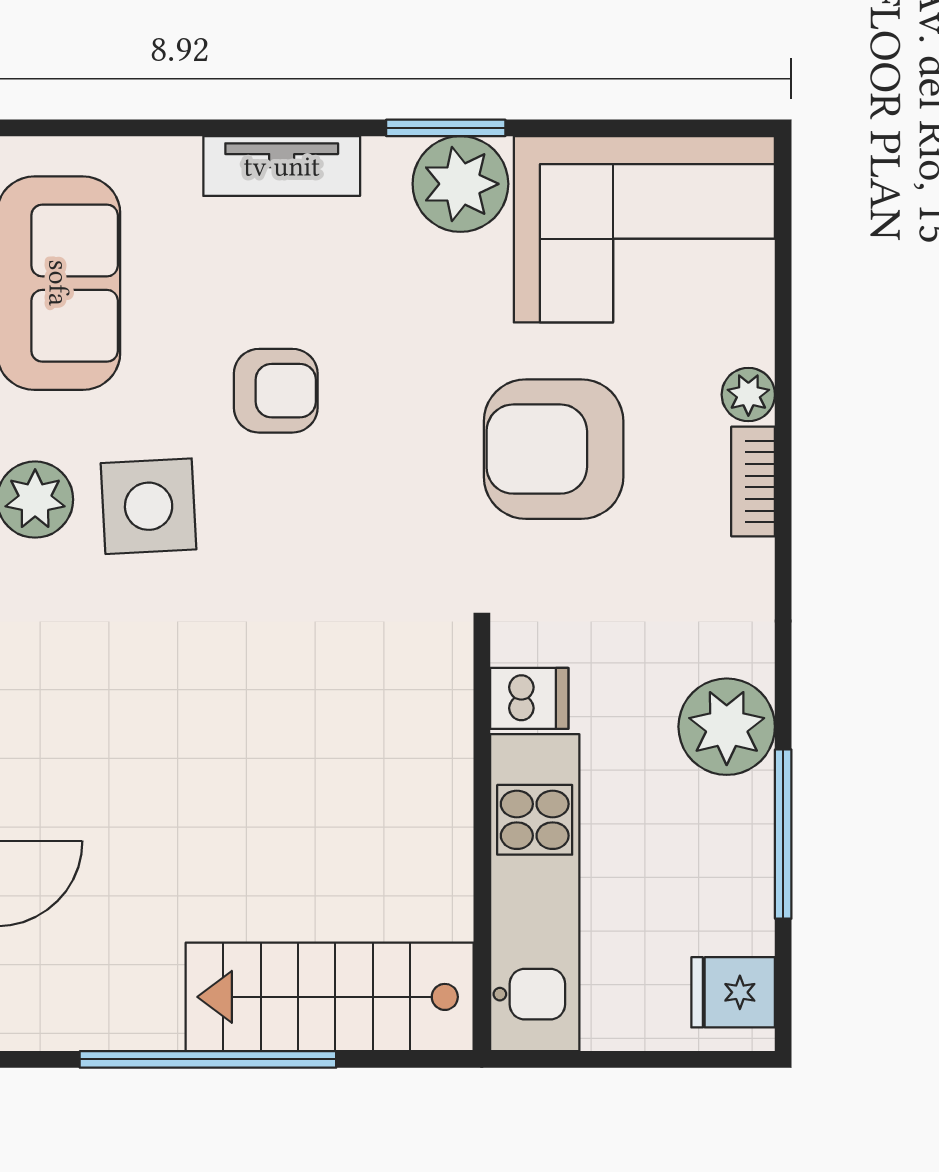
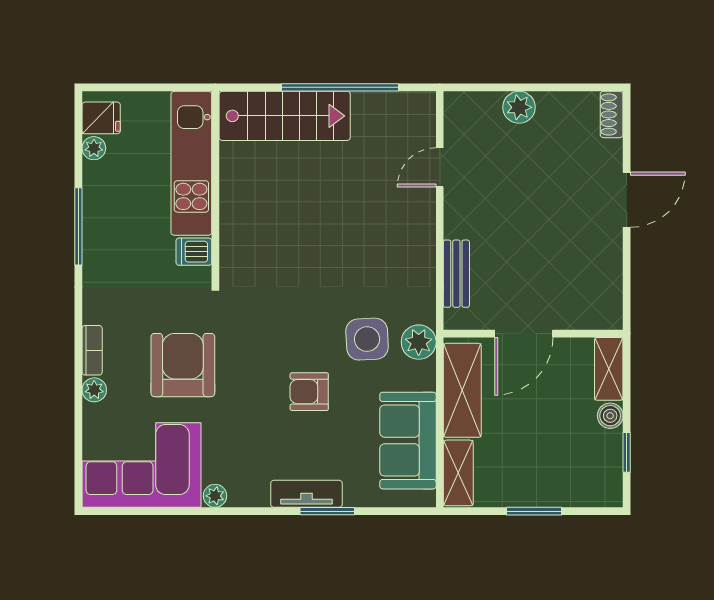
window: (446, 128) -> (327, 511), moved
plant: (460, 184) -> (215, 496), width x0.53, depth x0.53
armchair: (554, 449) -> (183, 365), turned -90
plant: (727, 727) -> (94, 148), moved, width x0.53, depth x0.53
window: (783, 834) -> (78, 226), moved

